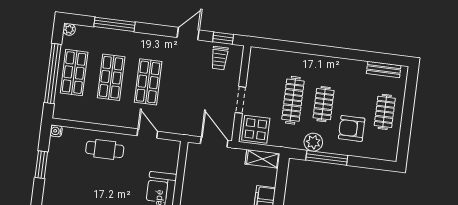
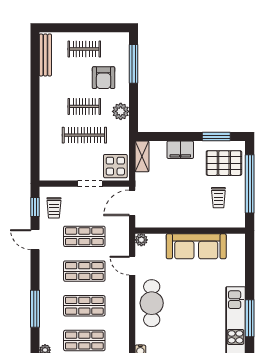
trolley: (219, 58) -> (54, 208), turned 90
bench: (384, 70) -> (45, 55), width x1.36
shop shelf: (185, 87) -> (84, 236), added
door: (147, 134) -> (132, 266), hinge flipped
plant: (174, 147) -> (141, 240), added
cafe table: (105, 149) -> (152, 303), width x1.37, depth x1.35
window: (327, 158) -> (134, 64), moved

